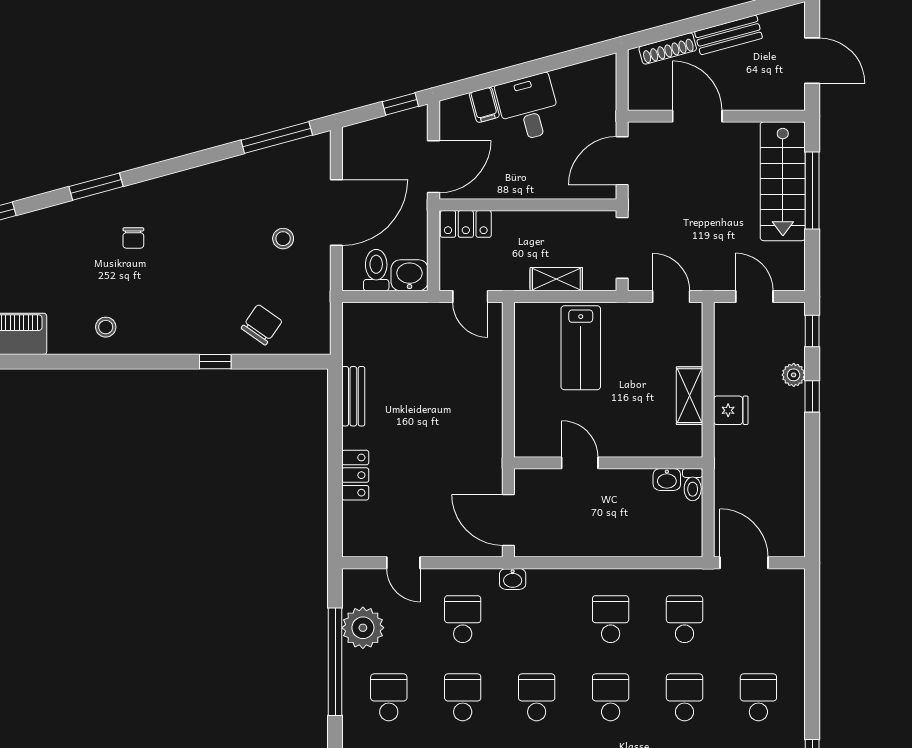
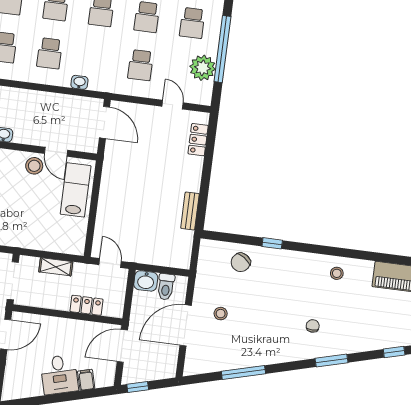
window: (277, 138) -> (243, 373), moved
locker: (466, 224) -> (87, 305), moved
lab bench: (581, 348) -> (76, 190), moved
stool: (612, 436) -> (34, 166), added
locker: (355, 475) -> (198, 140), moved
washbasin: (513, 579) -> (79, 82), moved

